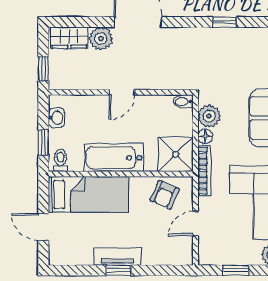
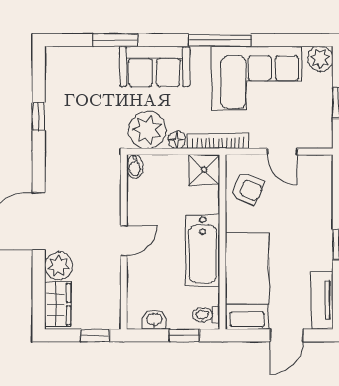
door: (122, 92) -> (124, 241), hinge flipped
plant: (209, 116) -> (147, 130), width x1.36, depth x1.36
shower: (176, 154) -> (204, 170), width x0.73, depth x0.73
tv unit: (117, 256) -> (322, 300), moved

